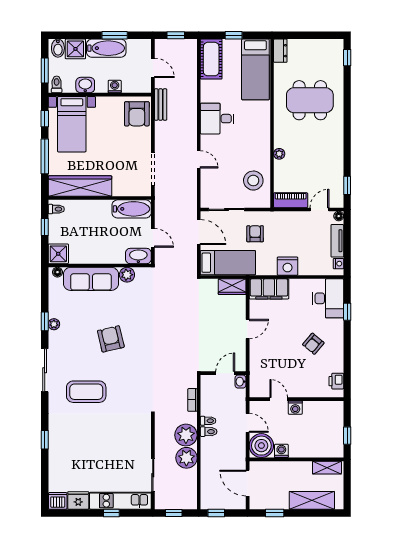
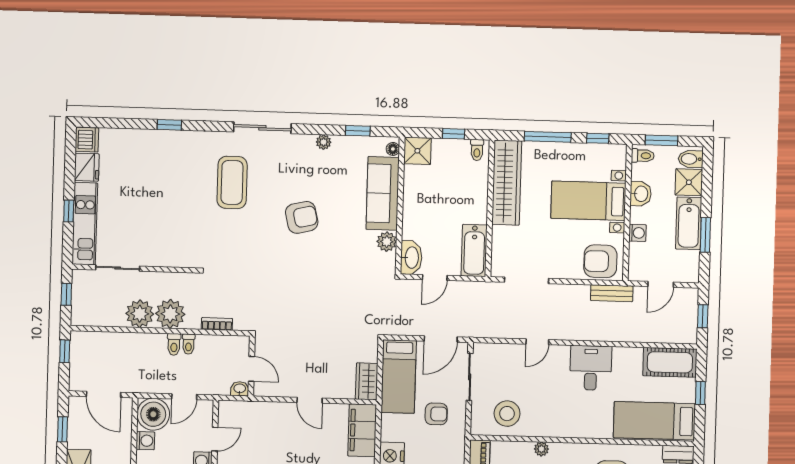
bed with nightstands: (72, 124) -> (588, 201), moved
window: (45, 321) -> (358, 131), moved
door: (248, 483) -> (104, 394), swing flipped

